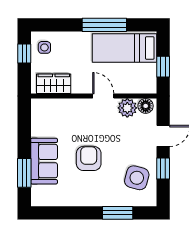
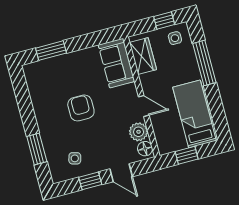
window: (104, 25) -> (204, 63), moved
door: (103, 96) -> (144, 106), hinge flipped
armchair: (89, 158) -> (81, 108), turned -90
sofa: (44, 161) -> (116, 63), moved, turned 90
side table: (137, 178) -> (75, 158), width x0.54, depth x0.54

